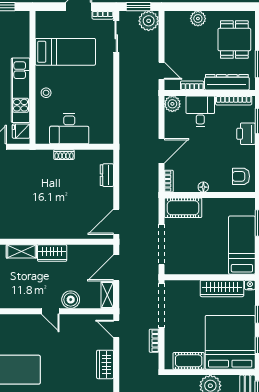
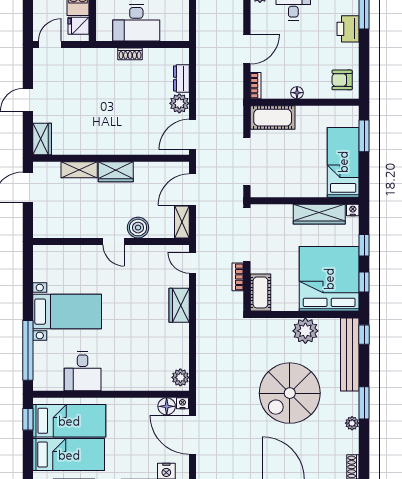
plant: (105, 196) -> (179, 103), added
cot: (189, 361) -> (260, 292), moved, turned 90

